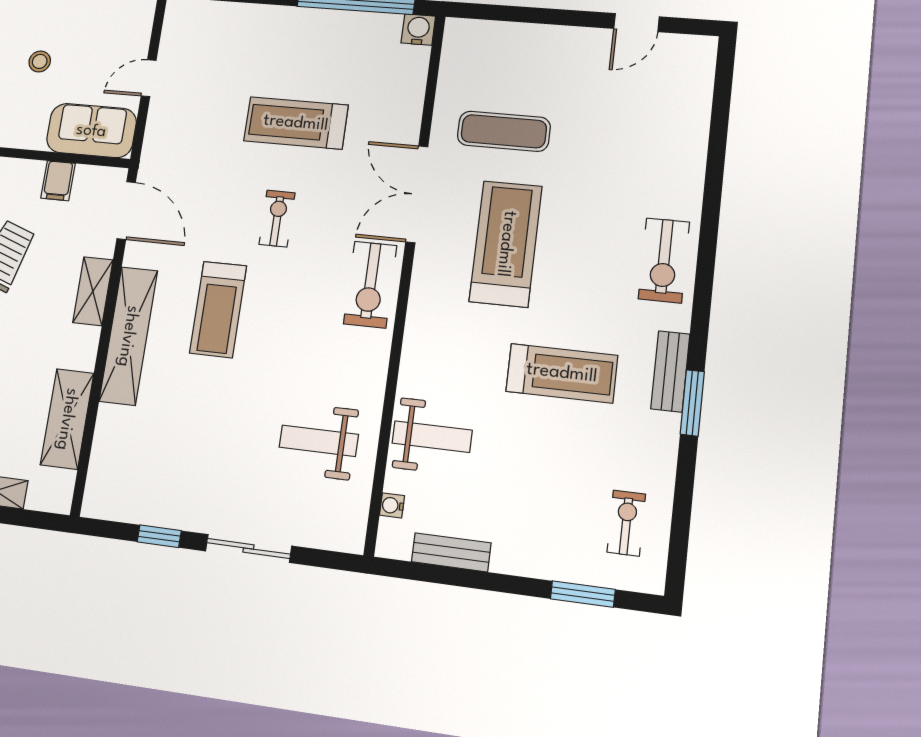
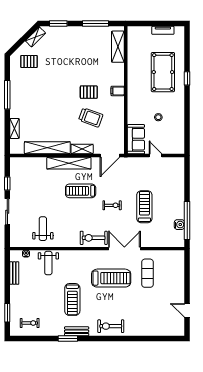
water cooler: (418, 30) -> (179, 225), moved
filing cabinet: (58, 181) -> (118, 131), removed
shelving: (67, 419) -> (47, 148), width x1.47

